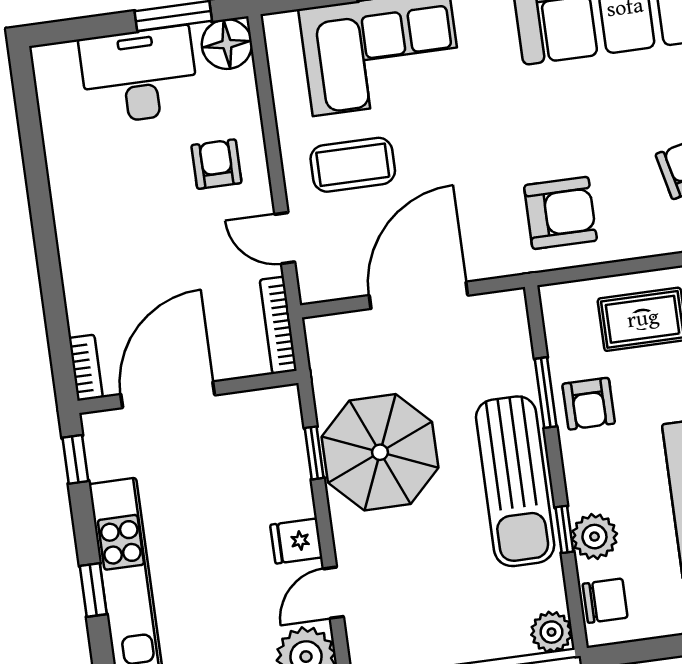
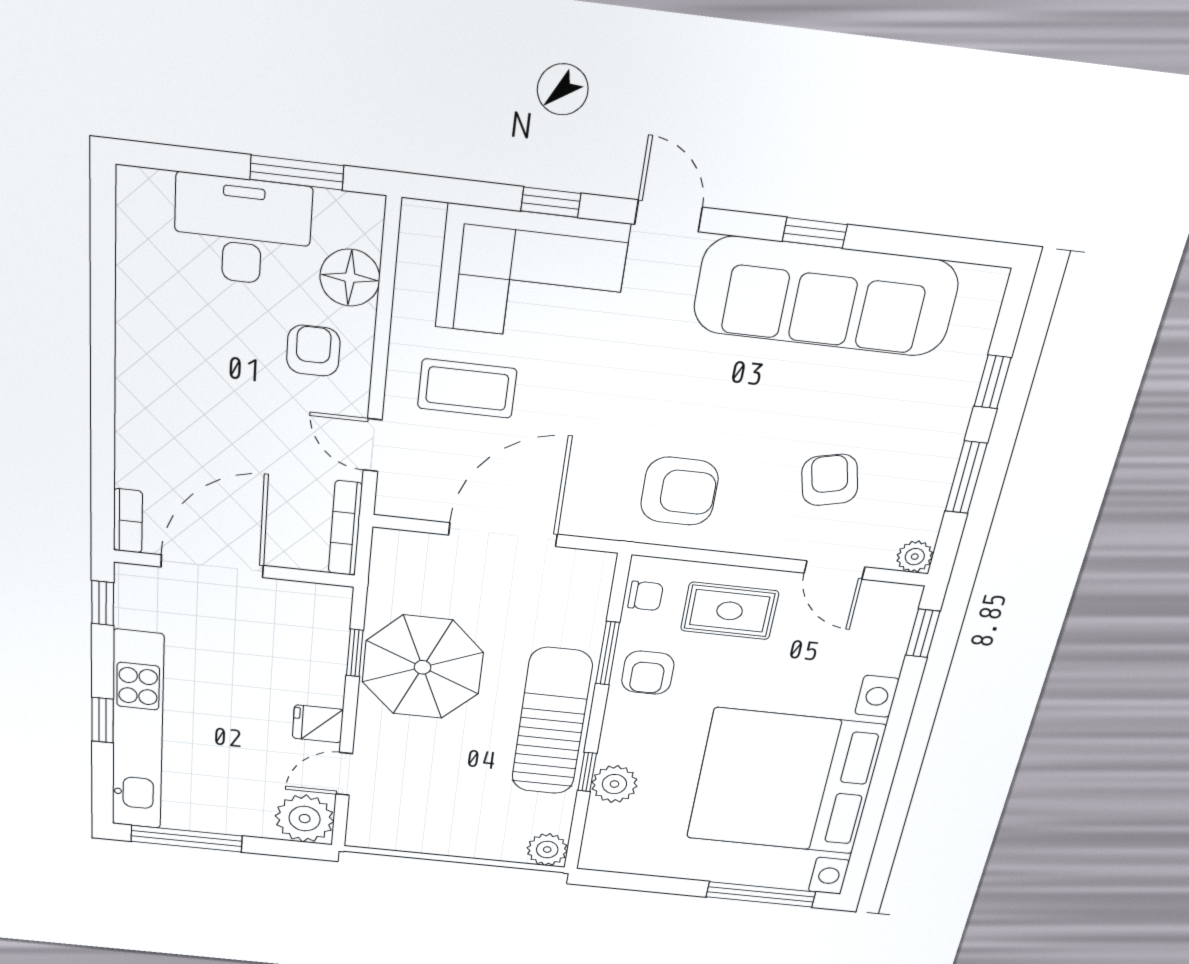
floor lamp: (227, 44) -> (350, 278), moved
sun lounger: (515, 481) -> (552, 722), turned 180
chair: (605, 601) -> (645, 596), moved, width x0.73, depth x0.73

